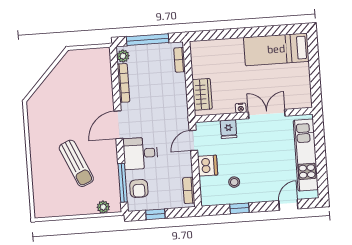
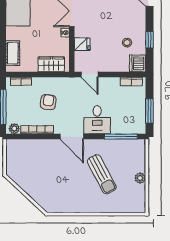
cot: (212, 48) -> (13, 53), added
sun lounger: (76, 163) -> (102, 174), turned 86
dishwasher: (208, 166) -> (138, 63), moved, turned -90
armchair: (139, 189) -> (48, 102), moved, turned -83
plant: (103, 207) -> (140, 178), moved
window: (155, 214) -> (149, 111), width x1.50

